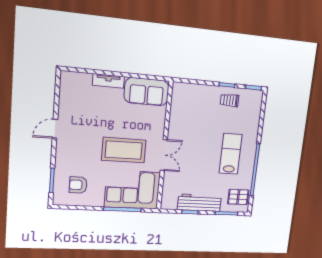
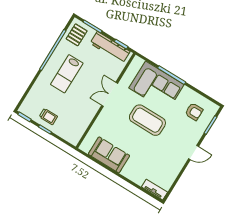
tv unit: (108, 81) -> (154, 190), moved
door: (55, 129) -> (194, 153), moved
wall: (165, 147) -> (106, 101), moved
double door: (164, 155) -> (110, 94), moved
pallet: (238, 197) -> (77, 35), turned 90

